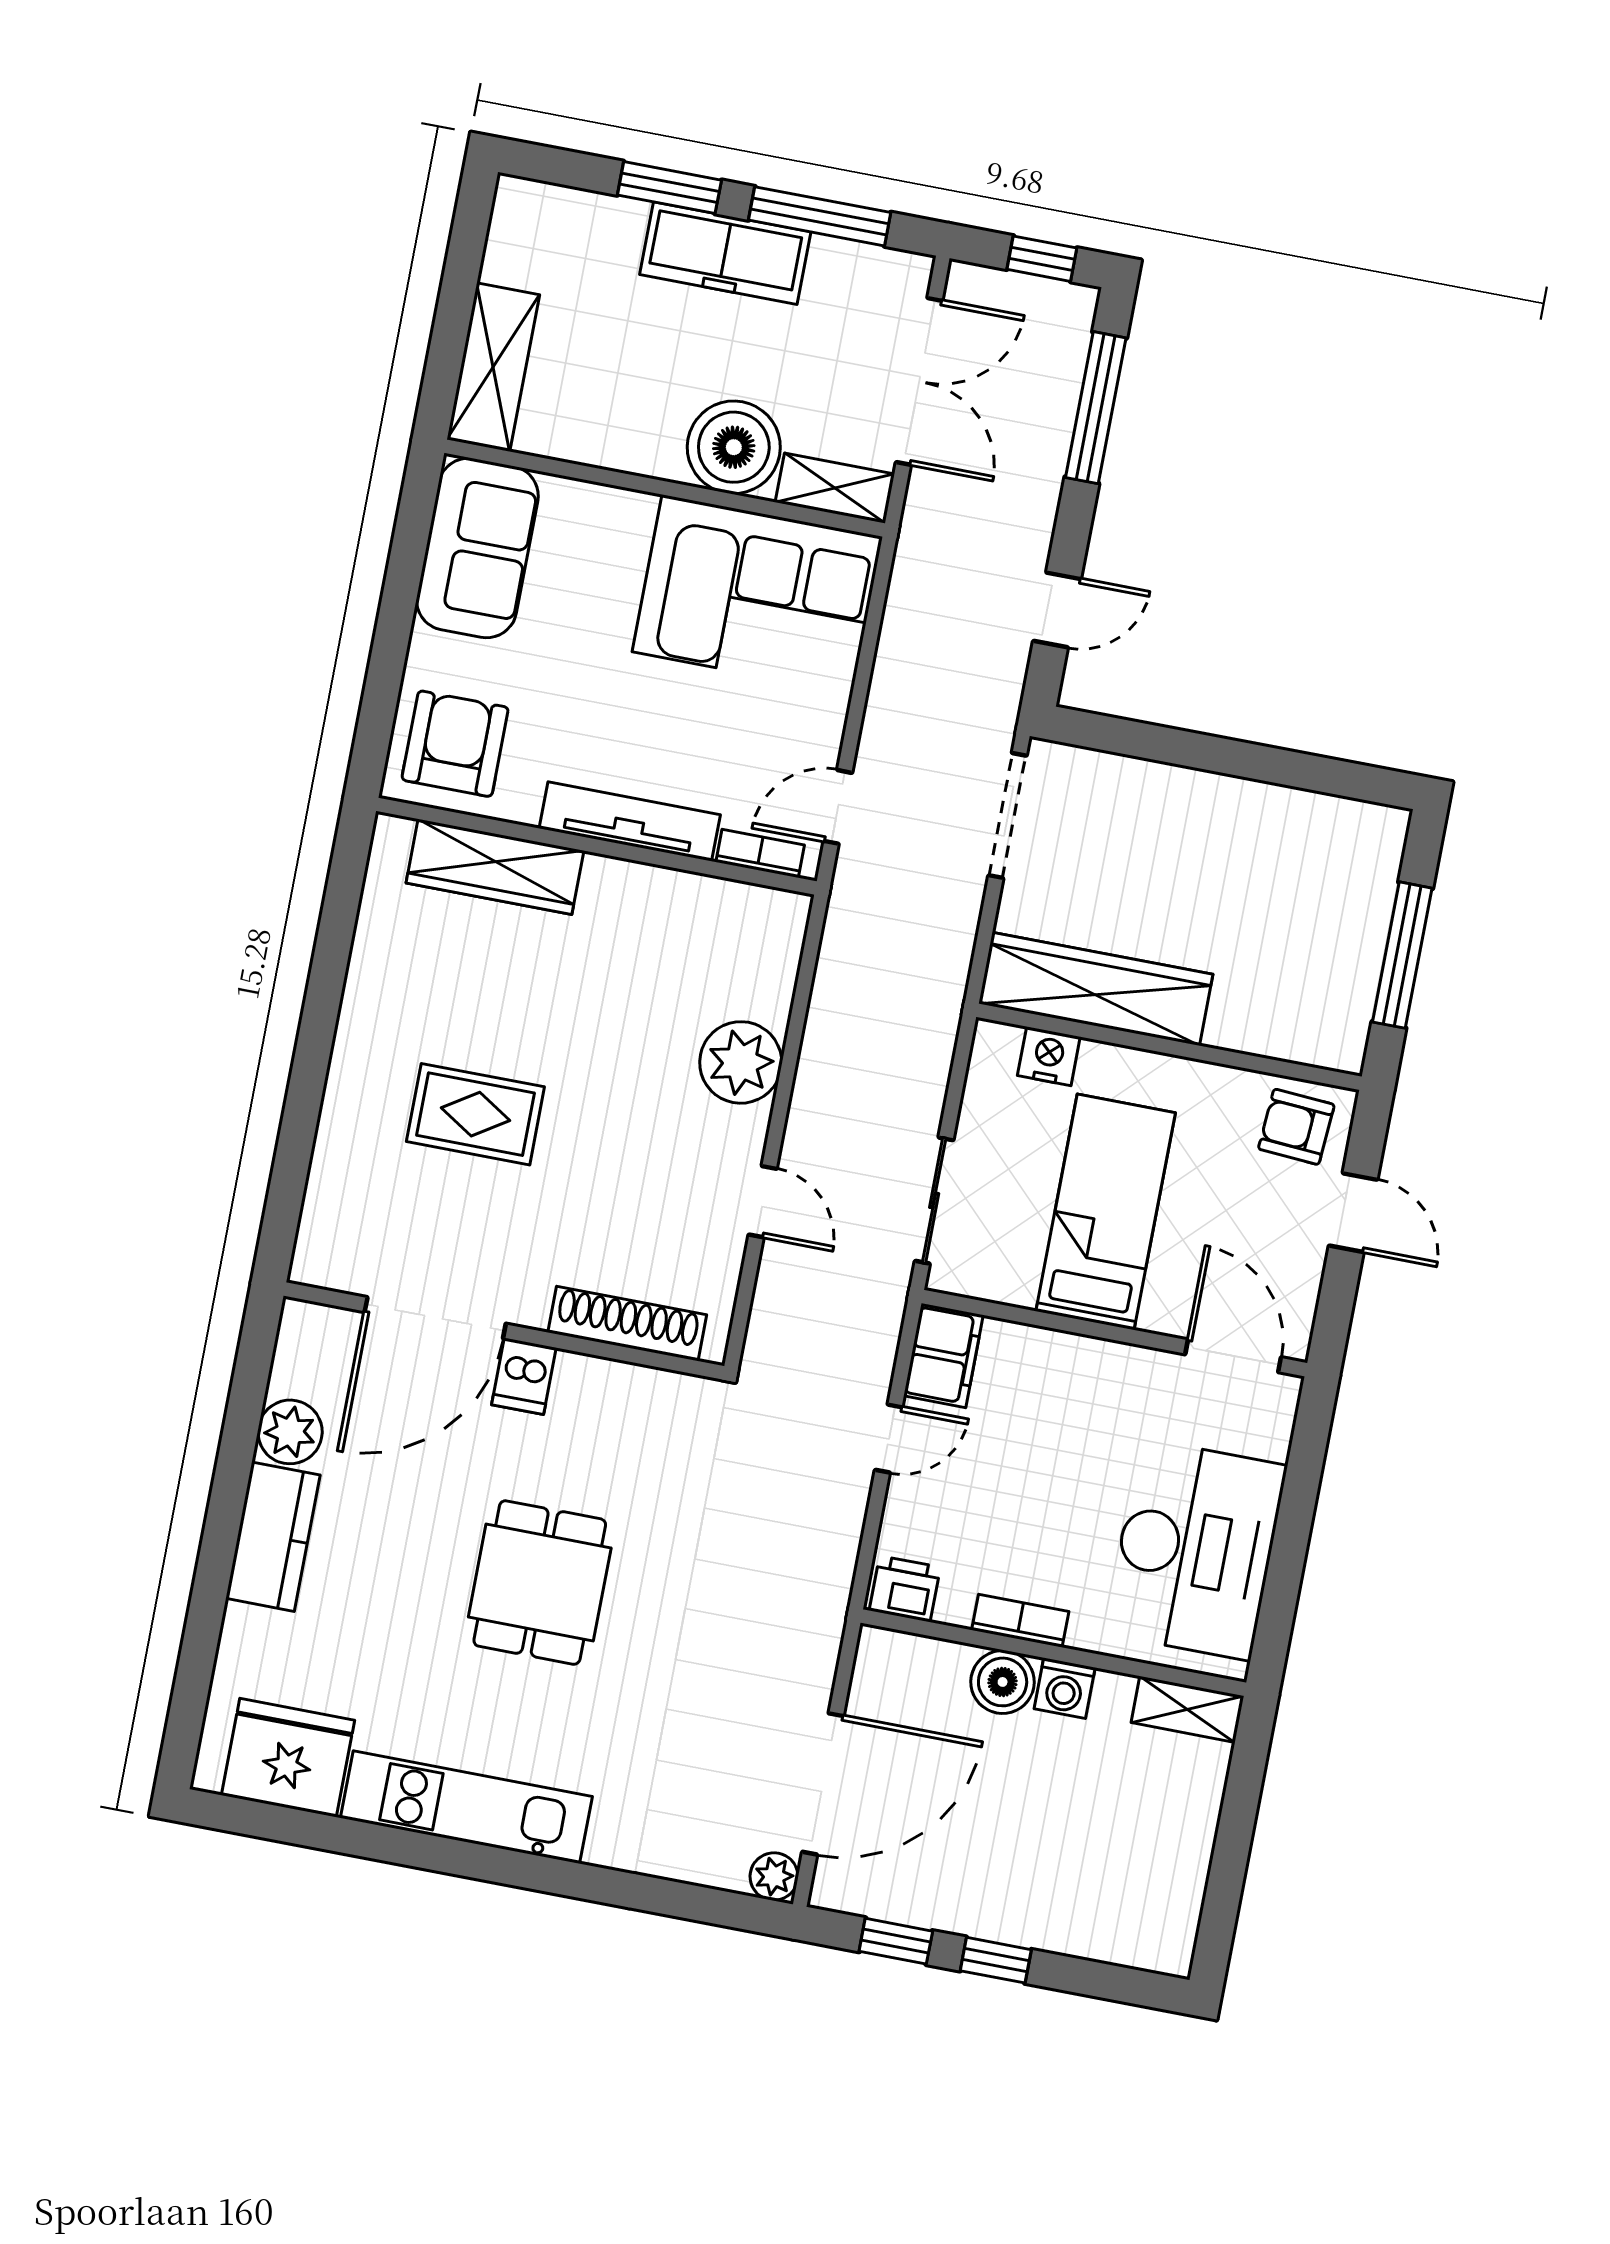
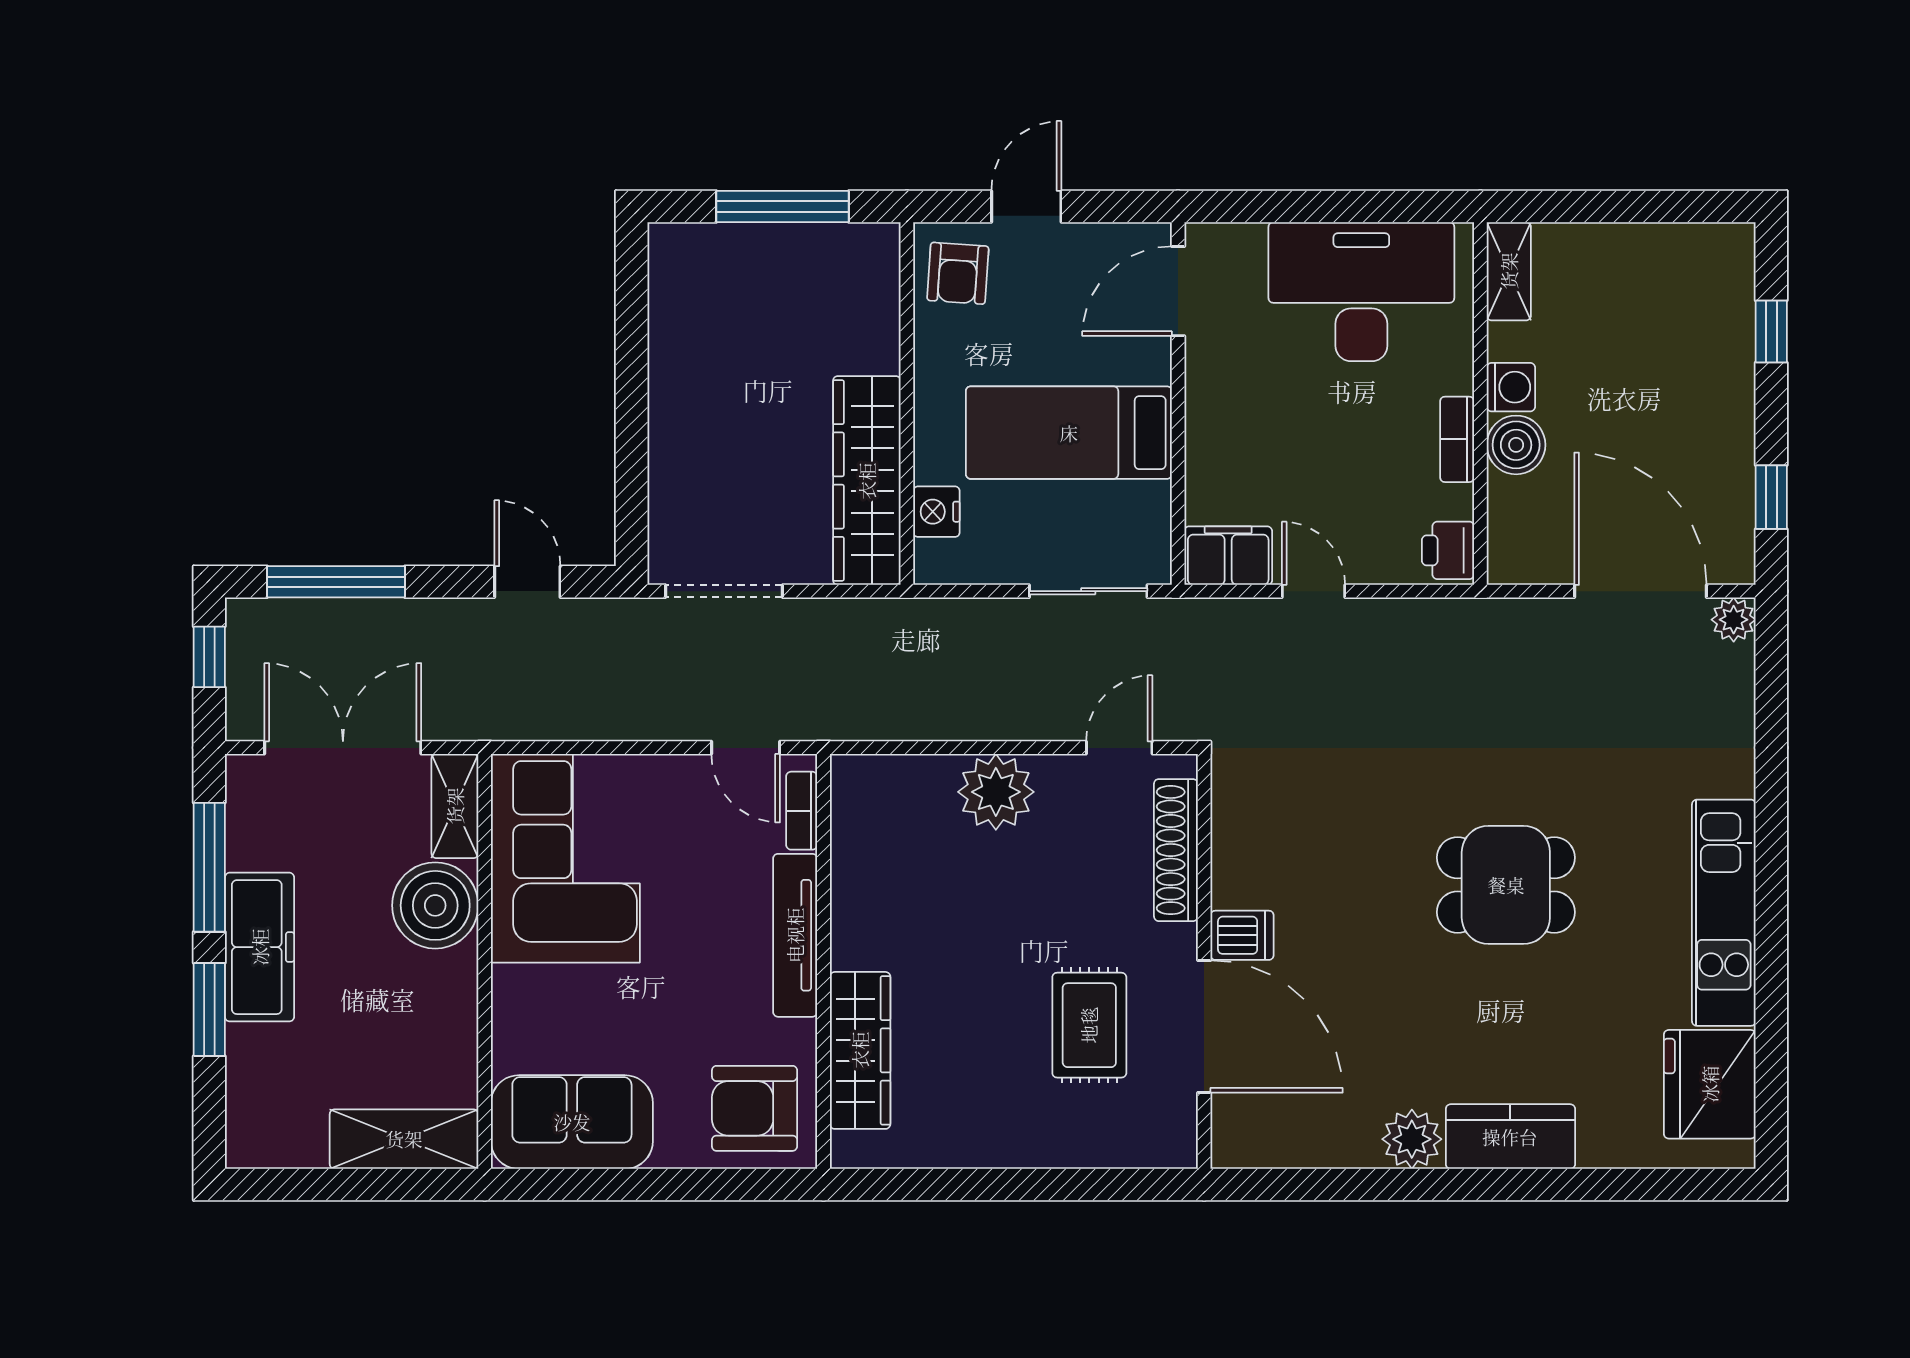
door: (435, 1318) -> (1204, 1026), moved
shoe rack: (627, 1324) -> (1176, 850), moved
wall: (504, 1331) -> (1204, 961), moved
dishwasher: (524, 1376) -> (1242, 935), moved
window: (996, 1960) -> (1771, 331), moved

